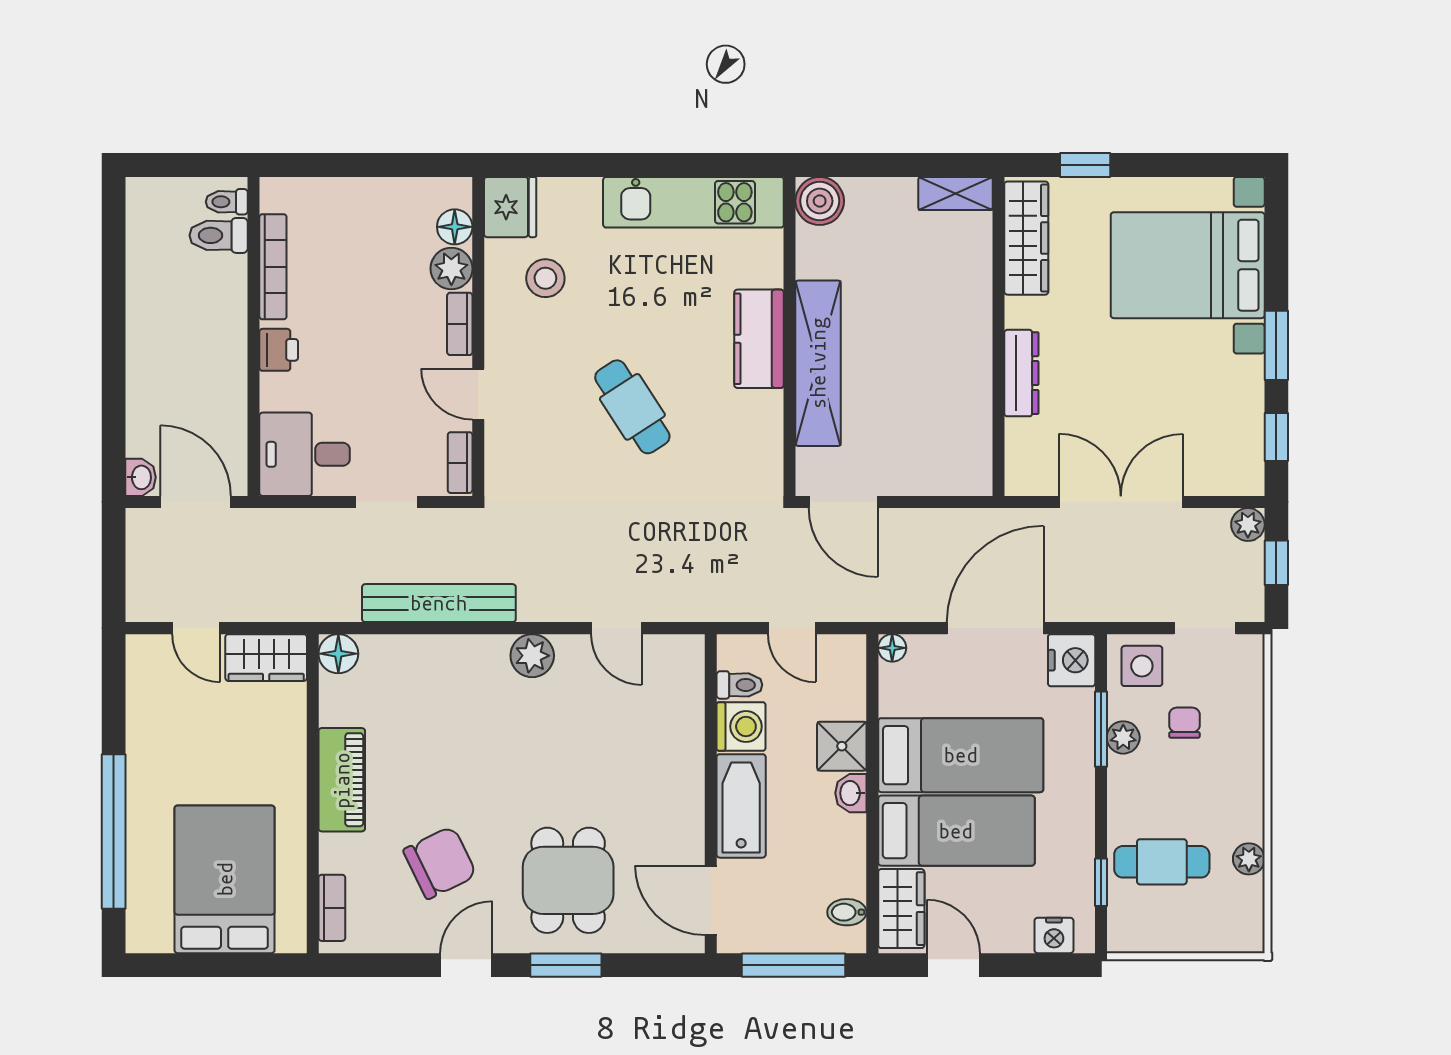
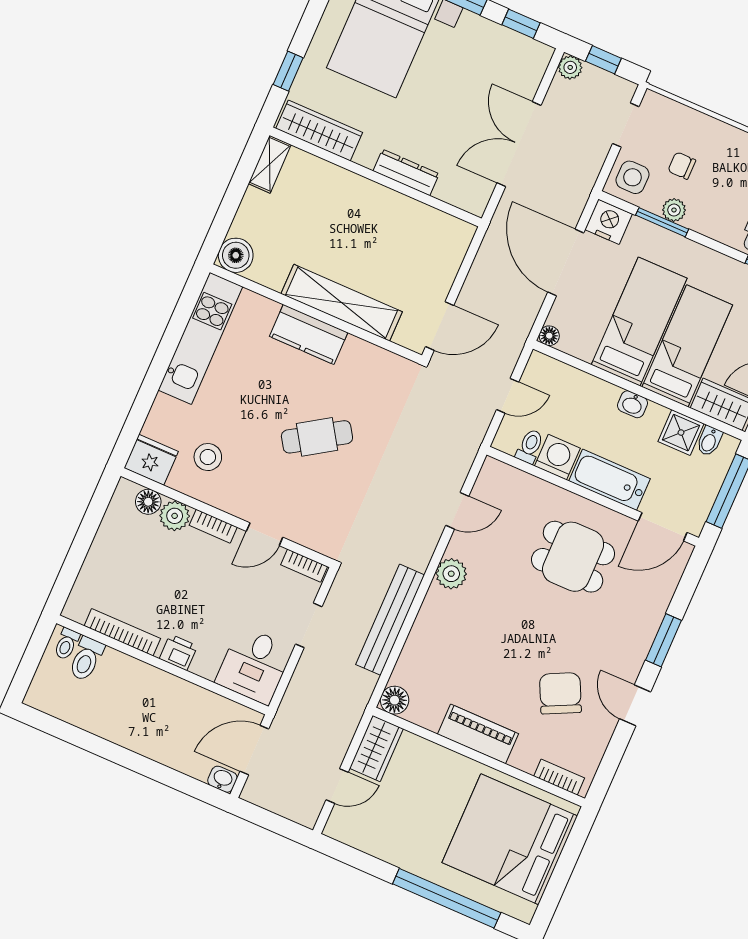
shower: (842, 746) -> (681, 433), moved
bed: (225, 879) -> (510, 839), width x1.36
dining table: (568, 880) -> (573, 557), moved

